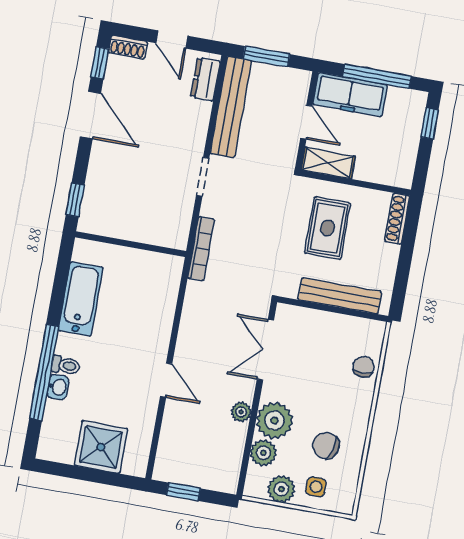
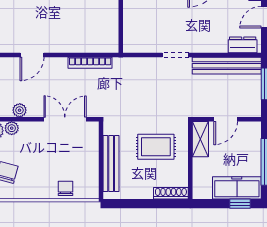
freezer: (350, 95) -> (237, 188), moved, turned 90
bookcase: (201, 249) -> (90, 63), moved
chair: (364, 367) -> (65, 188), turned -90
plant: (274, 421) -> (12, 128), width x0.53, depth x0.53

